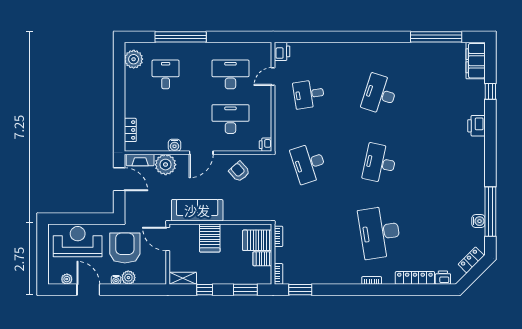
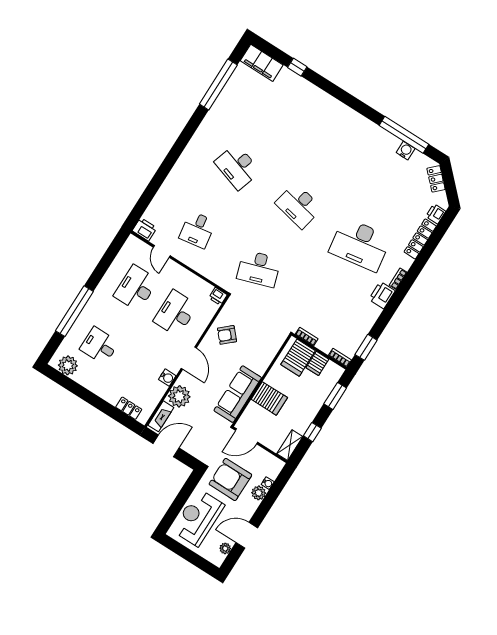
printer: (476, 126) -> (382, 295), moved, turned 90
water cooler: (116, 280) -> (268, 483), moved

